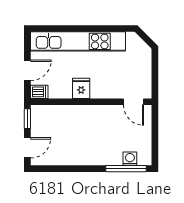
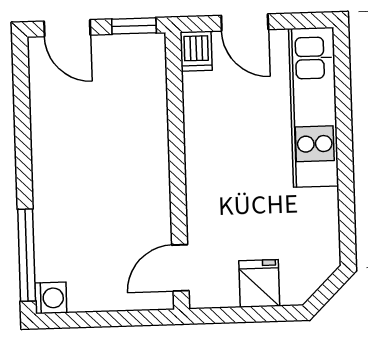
kitchen unit: (78, 41) -> (314, 107), width x0.73
fridge: (81, 88) -> (259, 283), moved, turned -90
washing machine: (130, 159) -> (51, 298), moved

